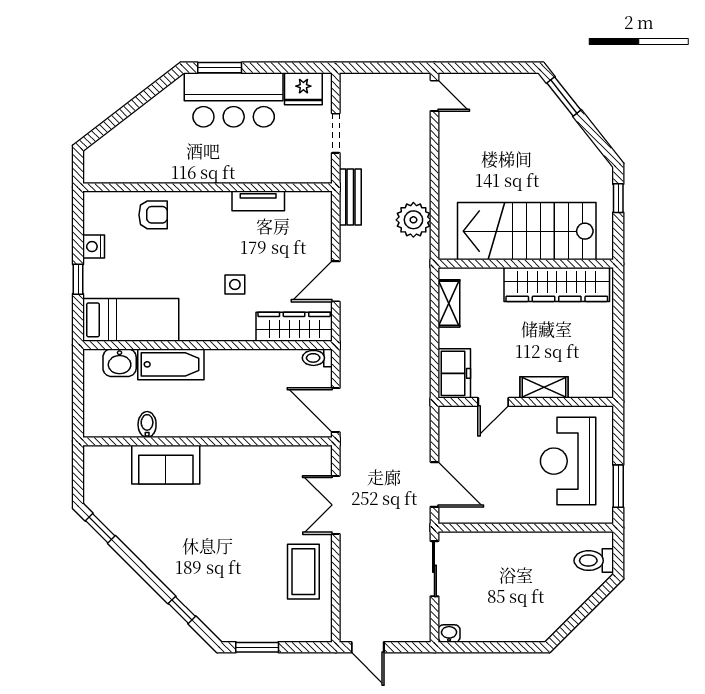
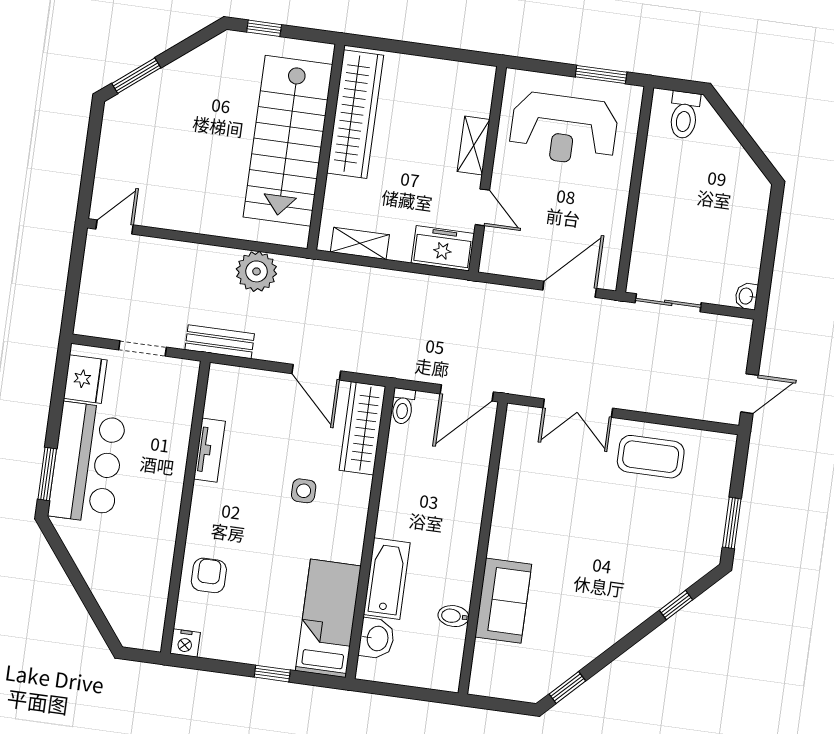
nightstand: (94, 247) -> (185, 643), moved

